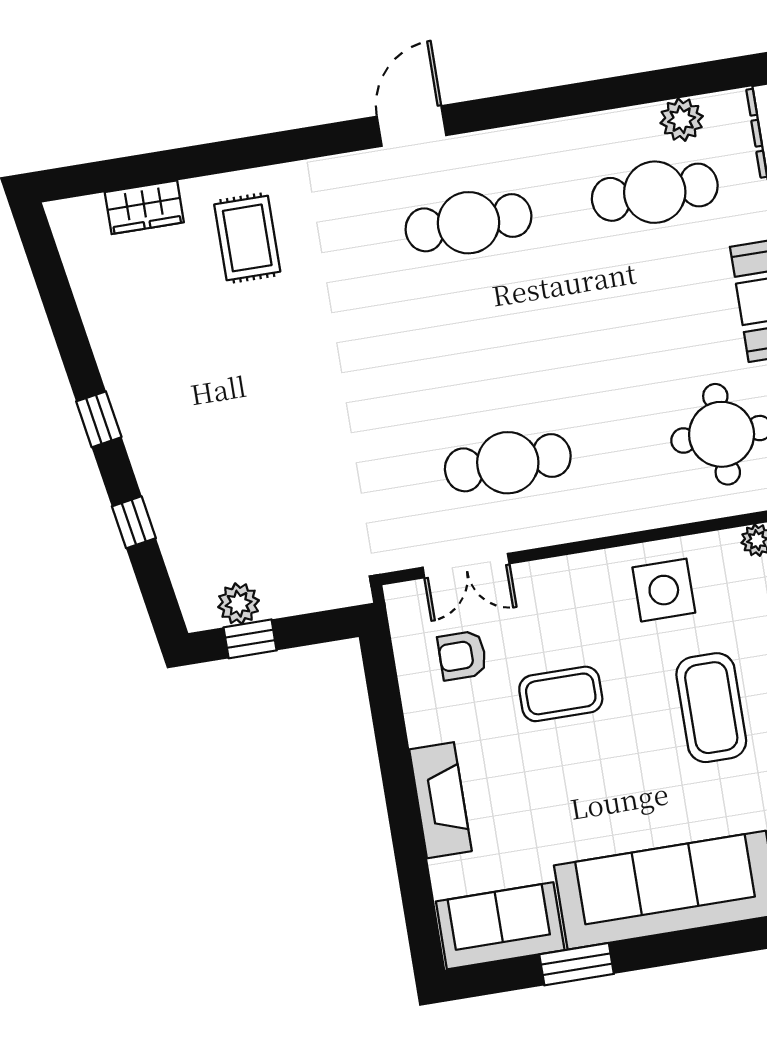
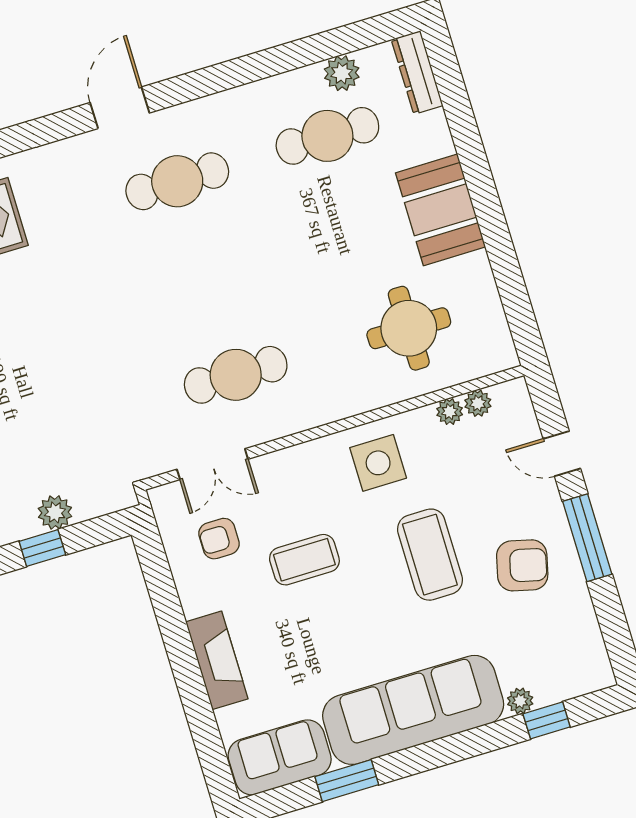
plant: (239, 604) -> (55, 512), moved

